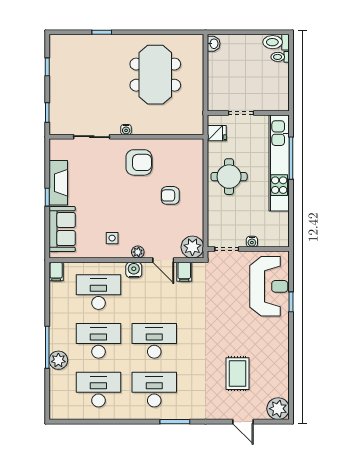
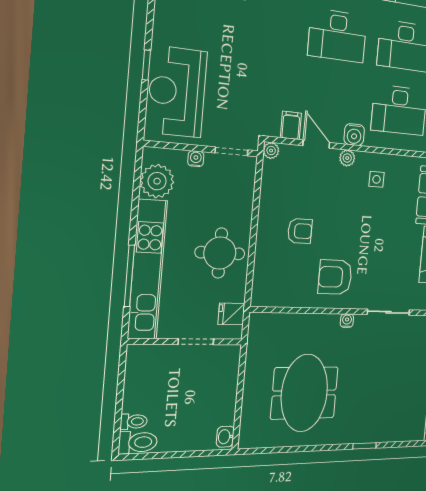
plant: (277, 224) -> (157, 181), added
plant: (192, 247) -> (271, 151), width x0.53, depth x0.53

